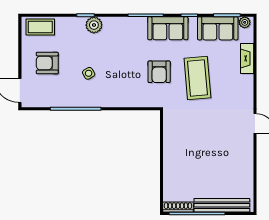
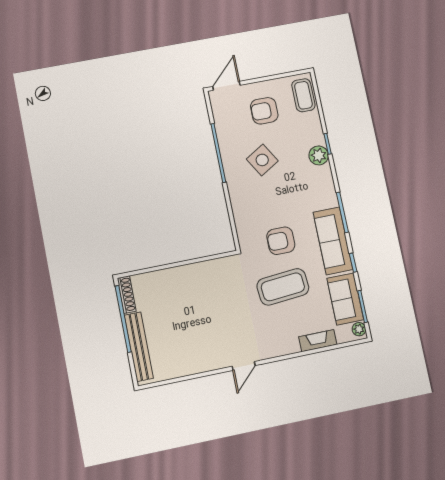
sofa: (168, 28) -> (333, 241), width x1.36
armchair: (47, 63) -> (264, 111), turned -90
side table: (89, 73) -> (262, 160), width x1.87, depth x1.87

